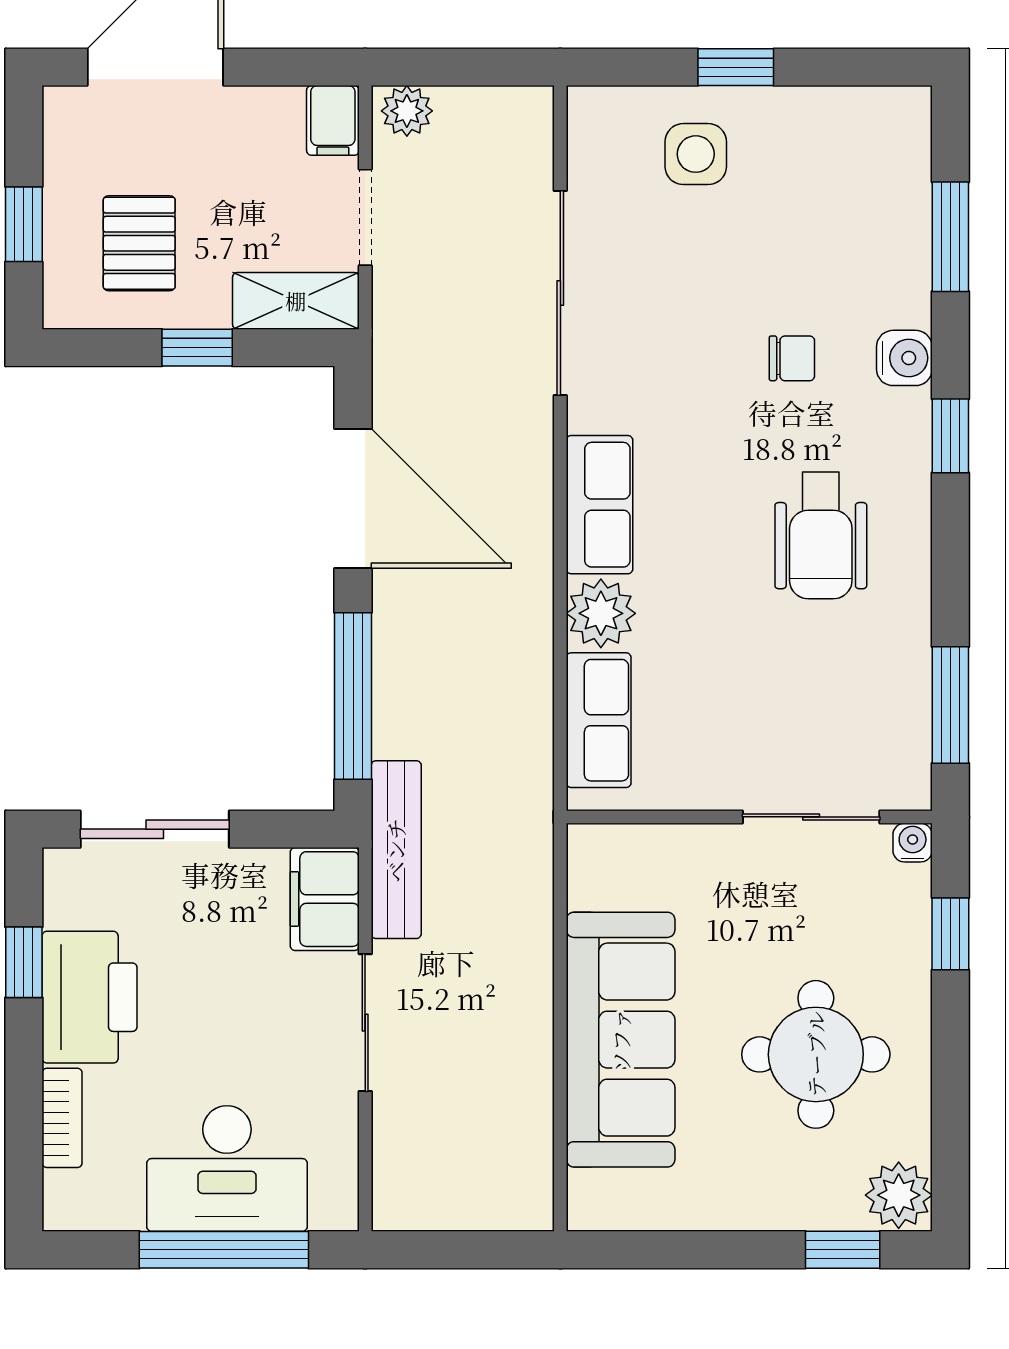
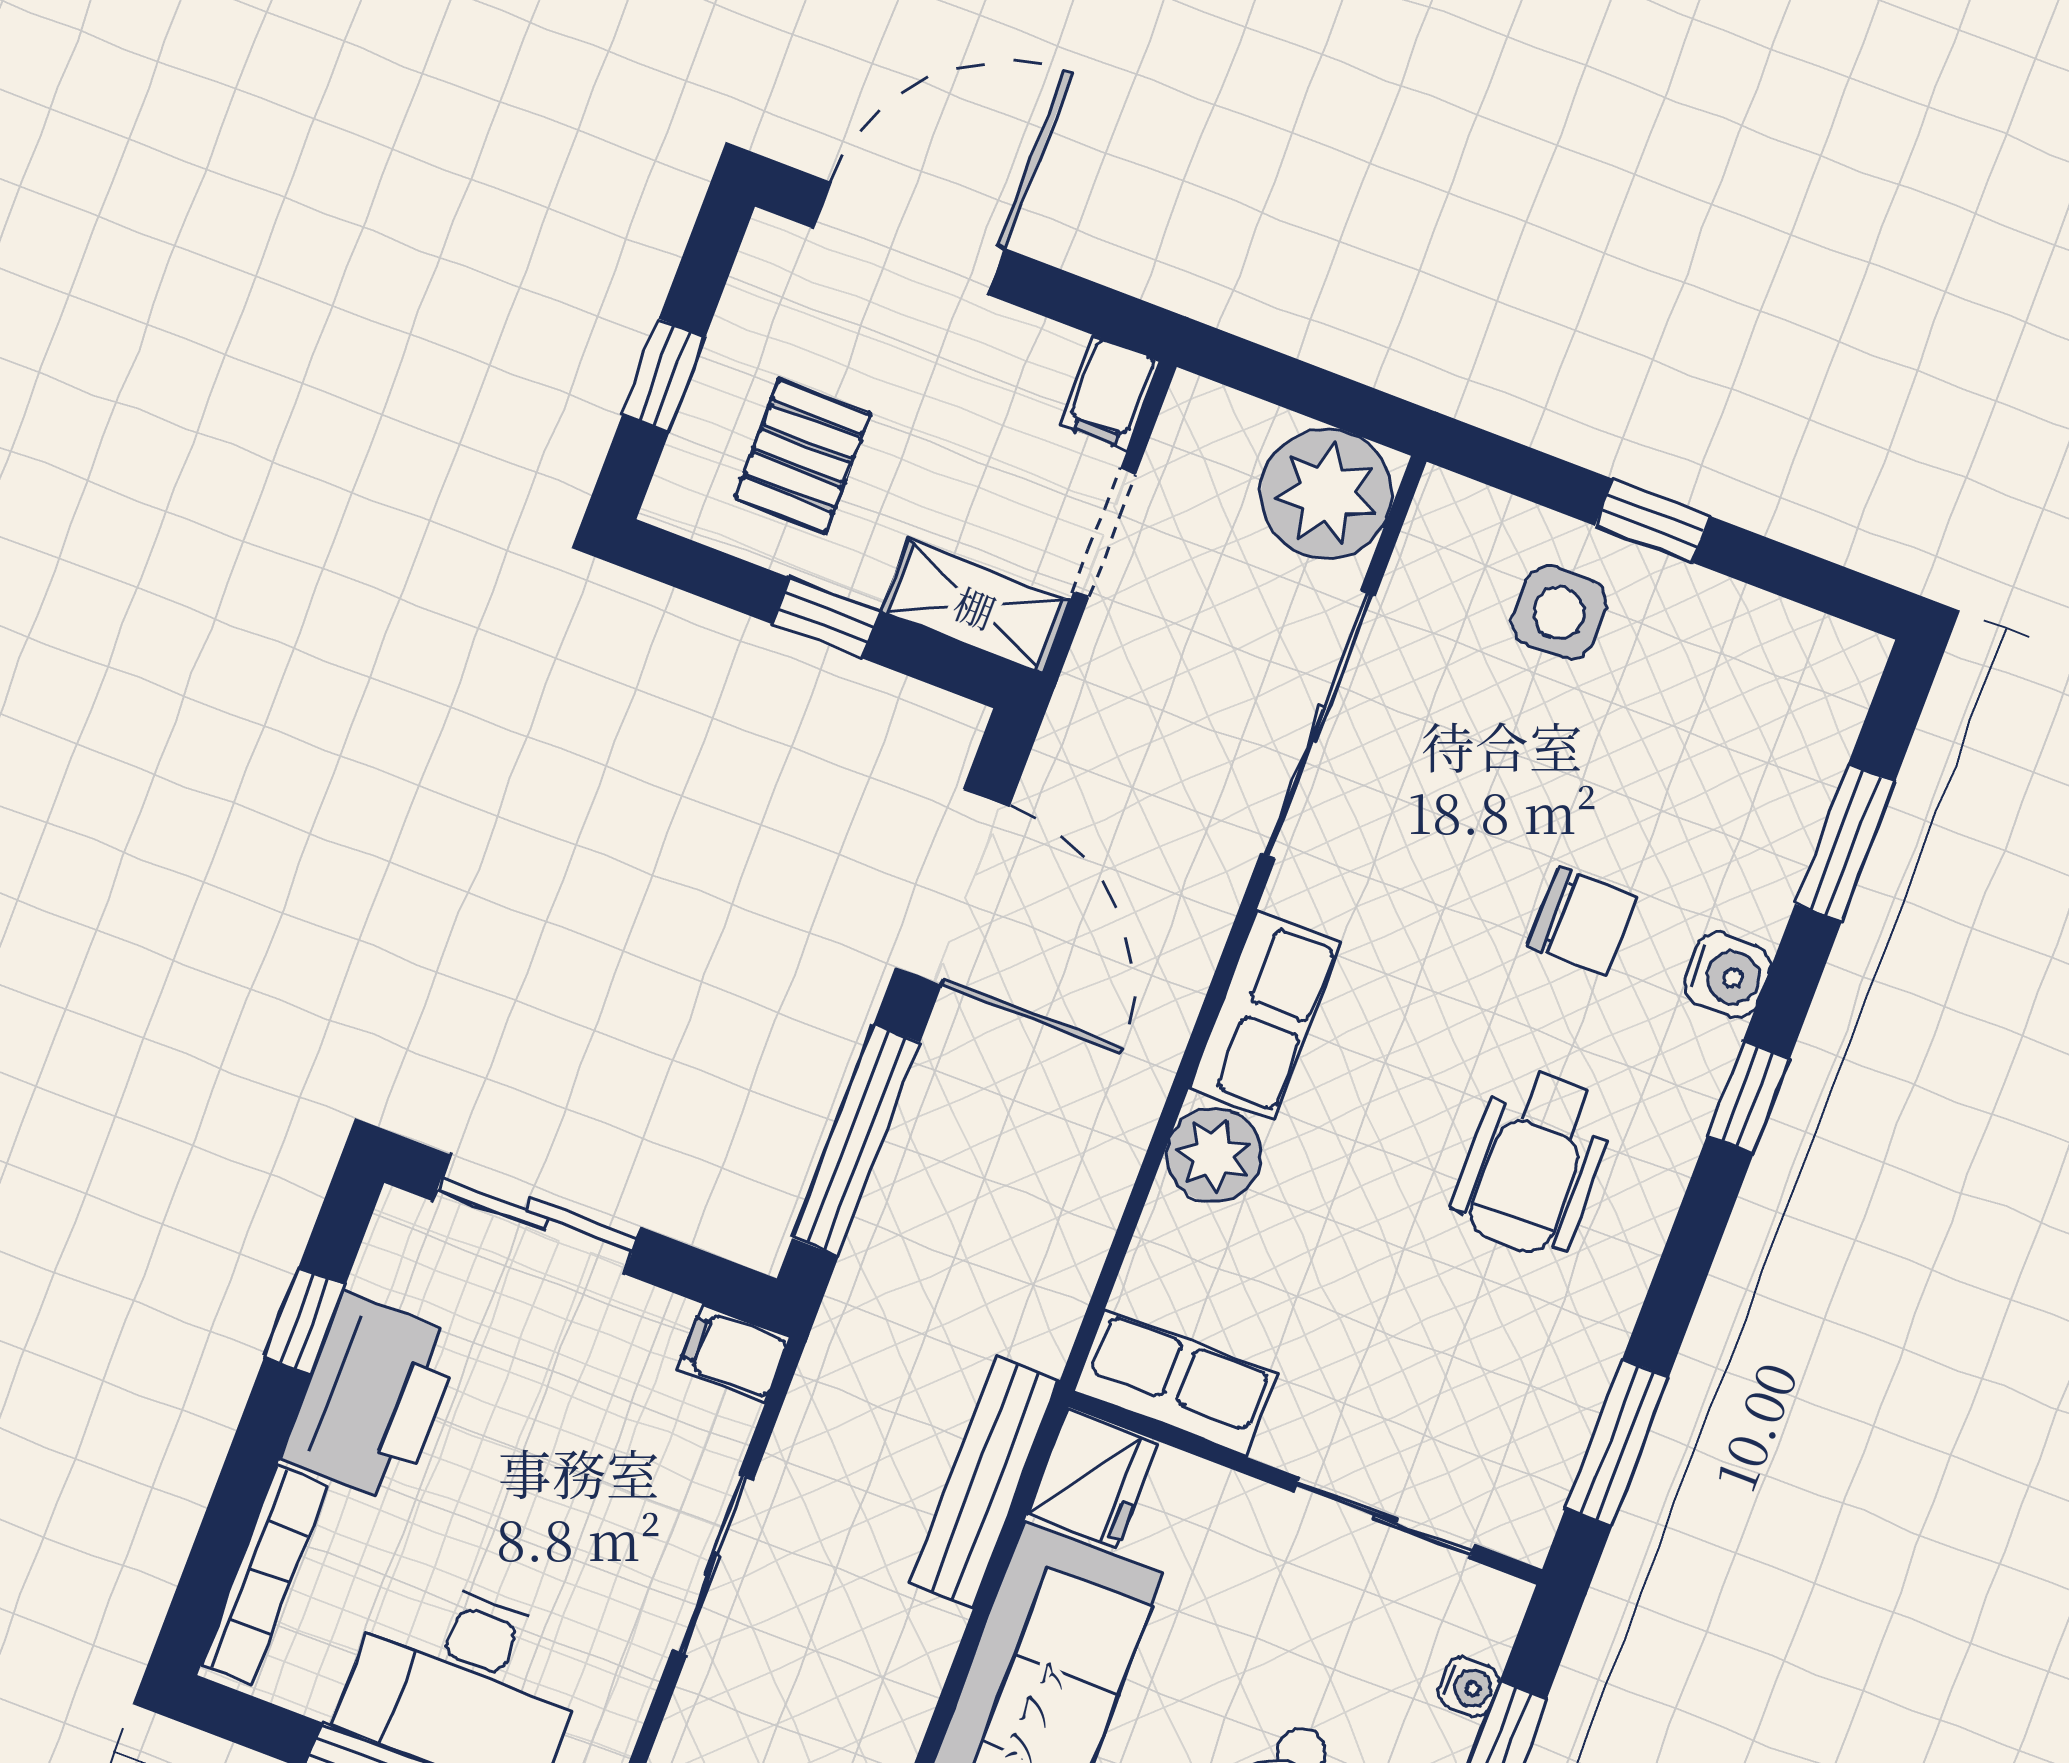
plant: (407, 111) -> (1327, 494), moved, width x1.87, depth x1.87
chair: (792, 358) -> (1583, 921), width x1.37, depth x1.37
row of seats: (599, 720) -> (1176, 1383), moved, turned -90
water cooler: (913, 843) -> (1469, 1687), moved, turned 90
bench: (396, 850) -> (985, 1482), moved
fridge: (602, 866) -> (1092, 1479), added
filing cabinet: (325, 899) -> (734, 1353), width x0.50
bookcase: (62, 1118) -> (264, 1575), width x1.56

